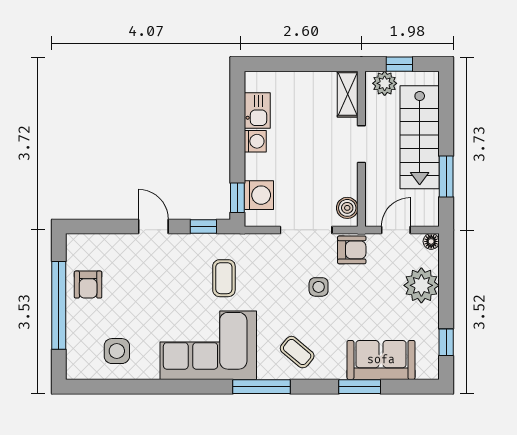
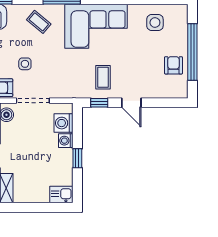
kitchen sink: (257, 111) -> (61, 195), moved, turned 90
washing machine: (255, 141) -> (66, 141), moved
window: (237, 198) -> (77, 158), moved
coffee table: (224, 278) -> (103, 77), moved

